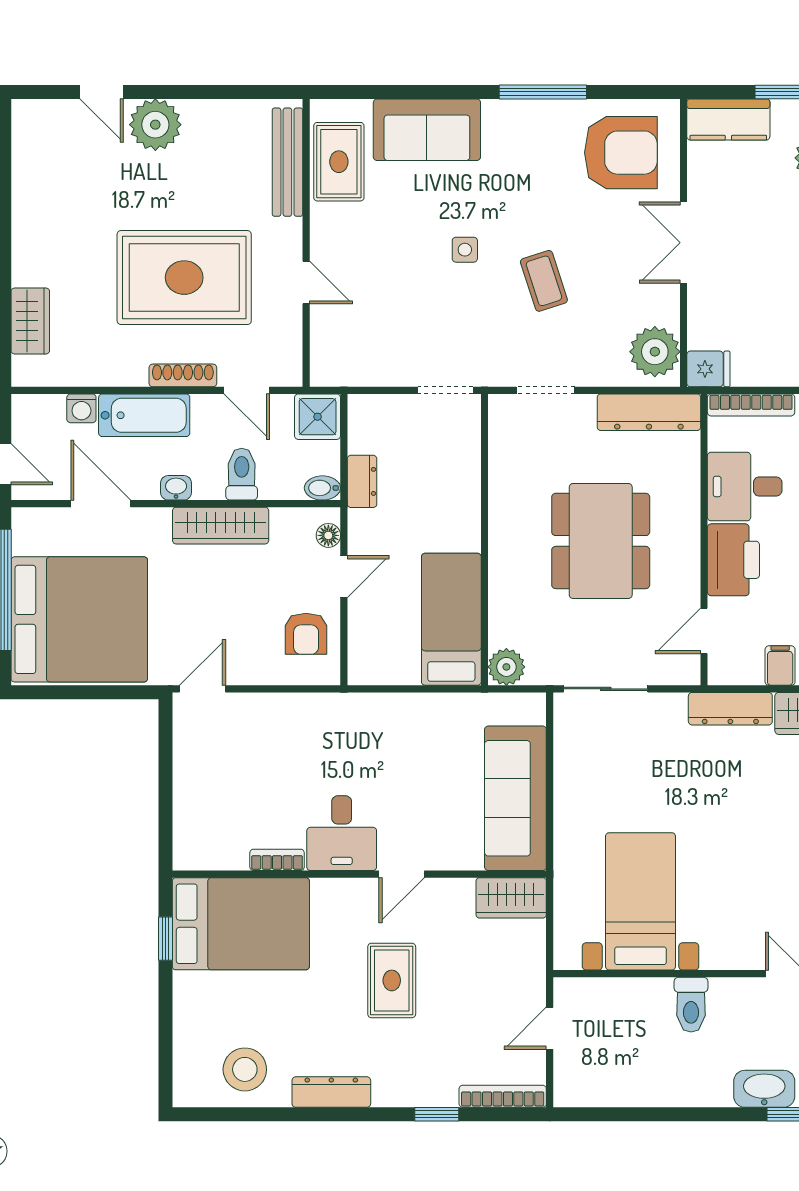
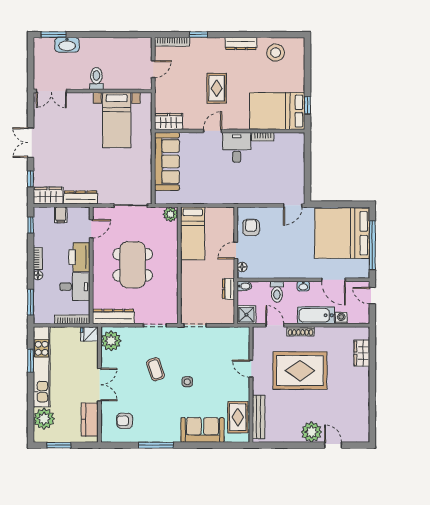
kitchen counter: (728, 119) -> (90, 419), moved, turned -90
armchair: (621, 153) -> (125, 421), width x0.53, depth x0.53
wardrobe: (221, 526) -> (285, 271), removed

